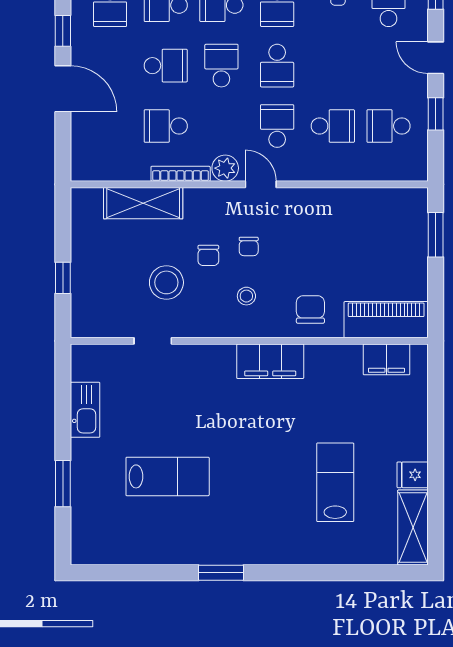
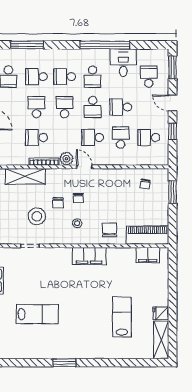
school desk: (166, 66) -> (36, 107), turned -90
school desk: (333, 66) -> (121, 107), added
school desk: (277, 126) -> (93, 137), turned -90
school desk: (333, 126) -> (121, 137), turned -90
chair: (381, 218) -> (145, 184), added

